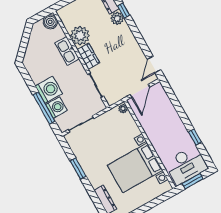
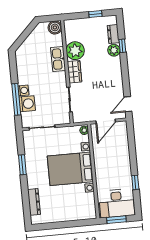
washing machine: (49, 90) -> (23, 90), width x0.53, depth x0.53
bed with nightstands: (135, 168) -> (70, 169), moved

